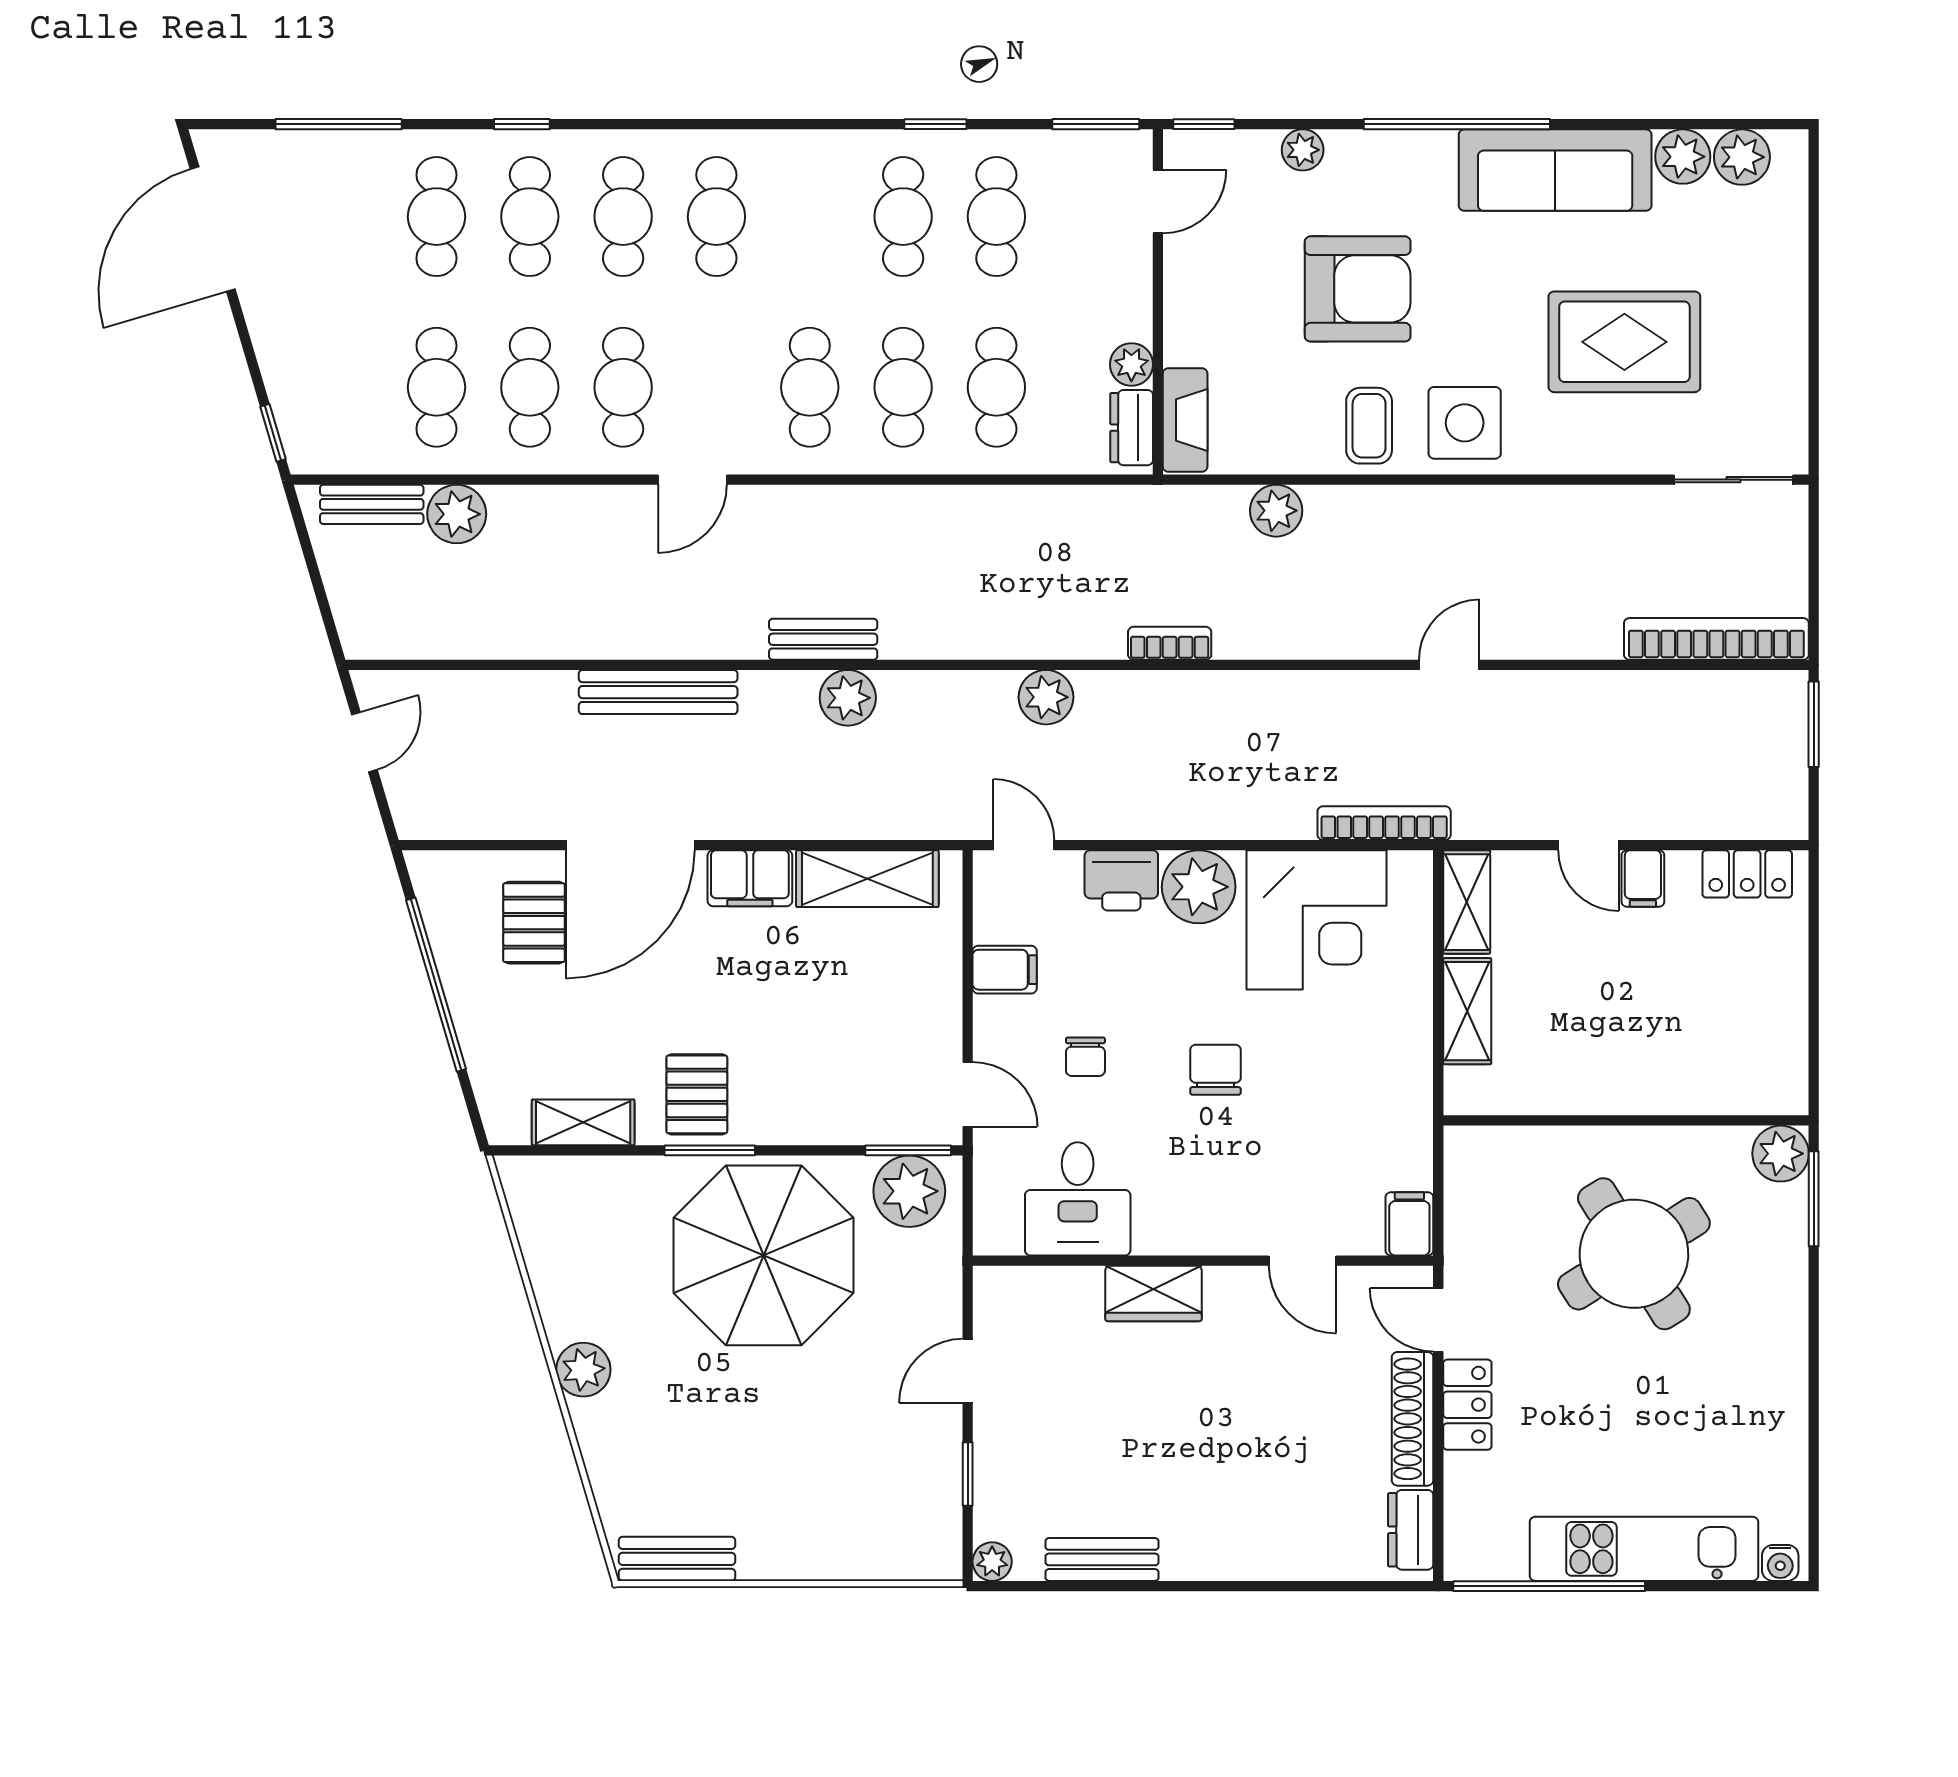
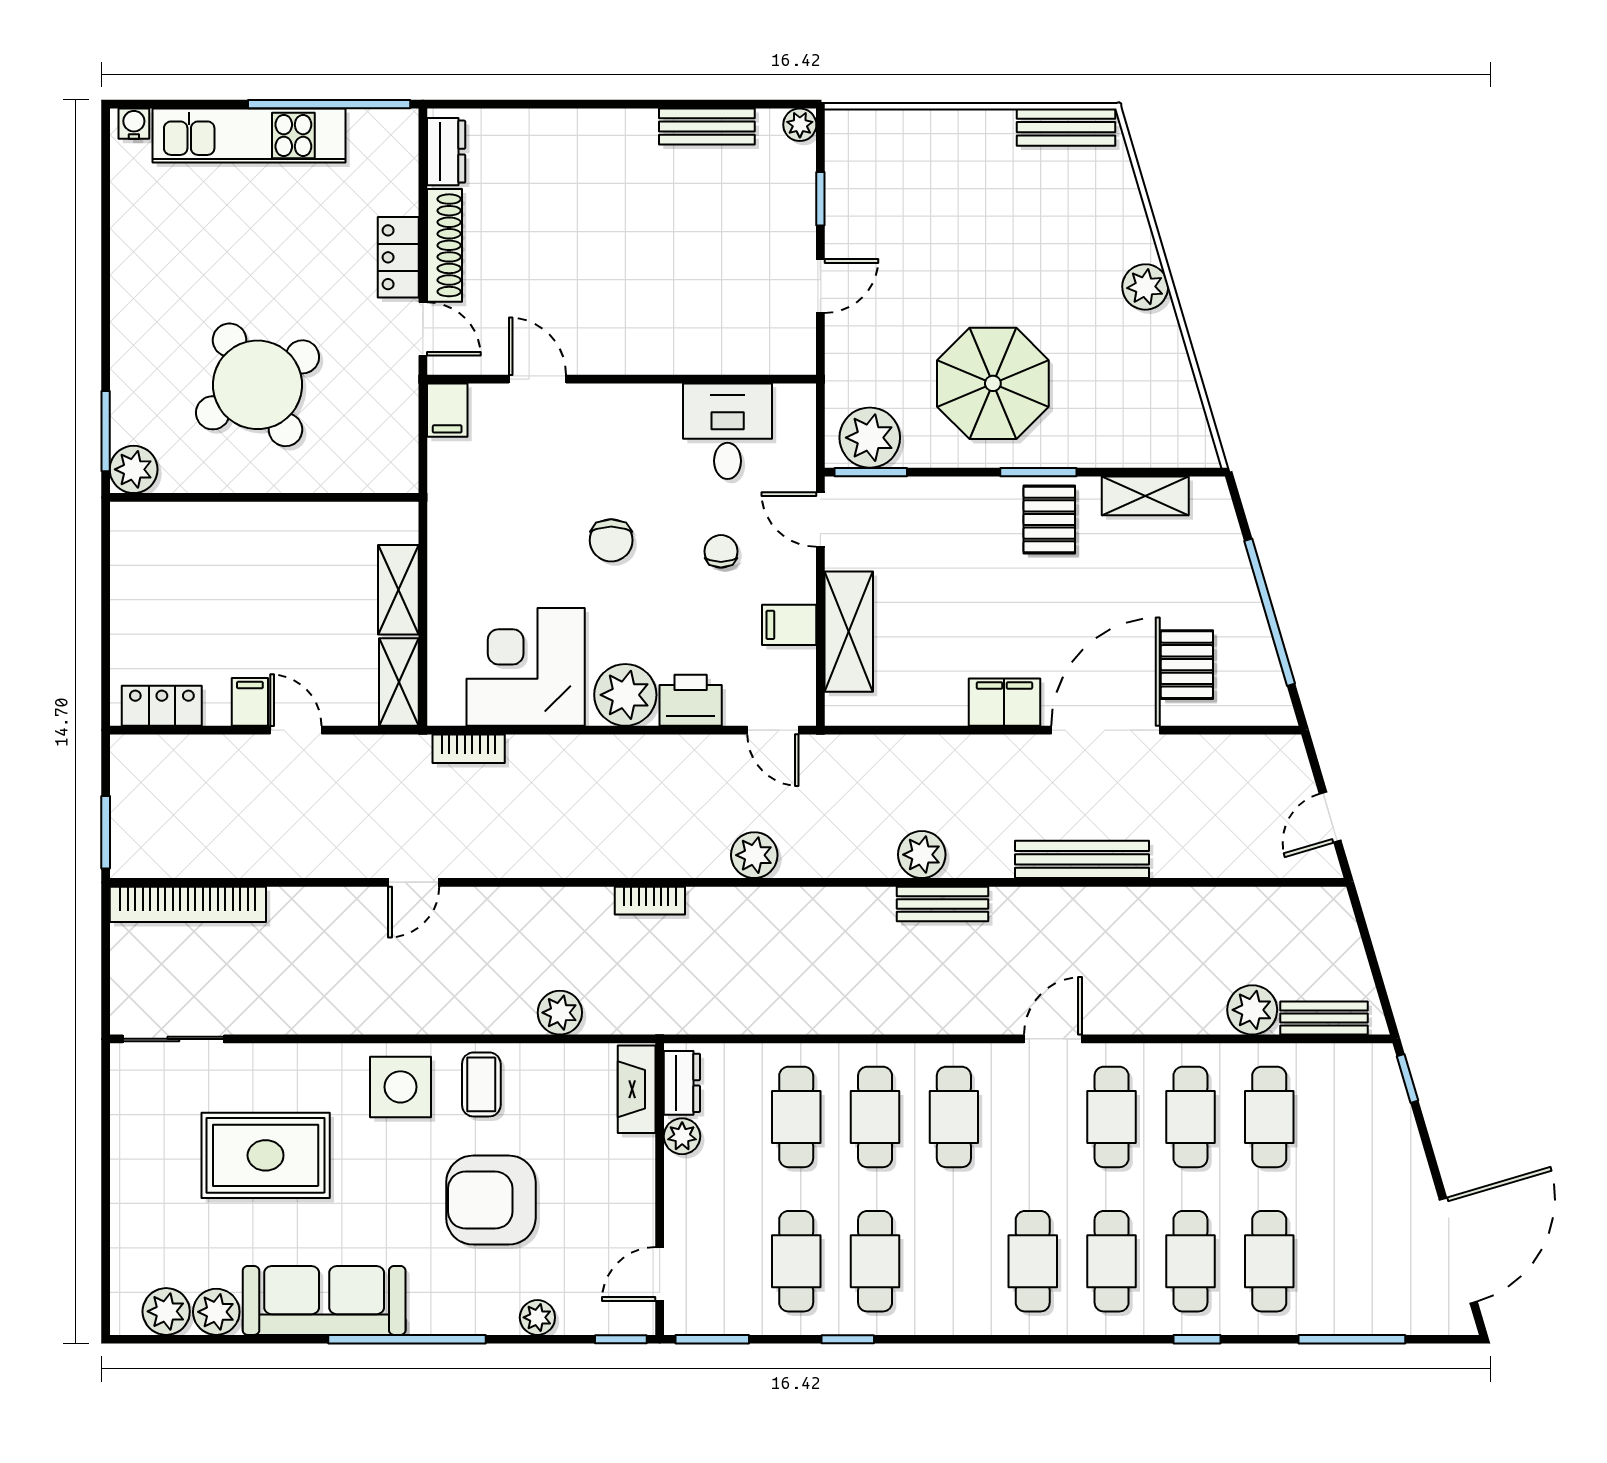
bookcase: (1384, 823) -> (469, 749), width x0.64
shelving: (867, 879) -> (849, 632), moved, turned 90
parasol: (764, 1255) -> (993, 383), width x0.73, depth x0.73
wardrobe: (1154, 1294) -> (663, 351), removed

